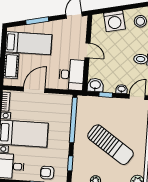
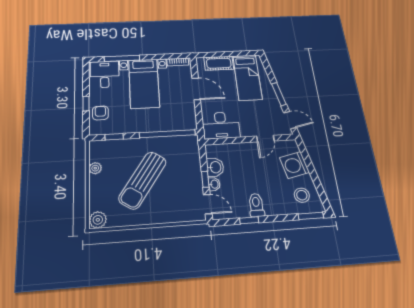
window: (37, 21) -> (279, 94), moved
door: (88, 50) -> (265, 139), moved
washbasin: (95, 85) -> (215, 167), moved
window: (106, 95) -> (205, 179), moved

